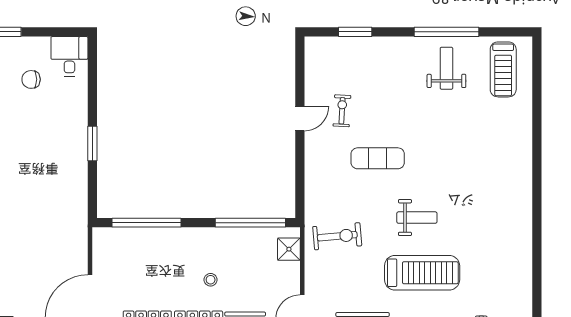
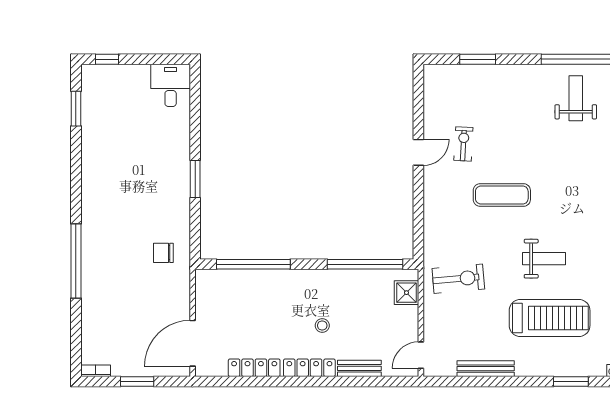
chair: (31, 79) -> (163, 253), moved

